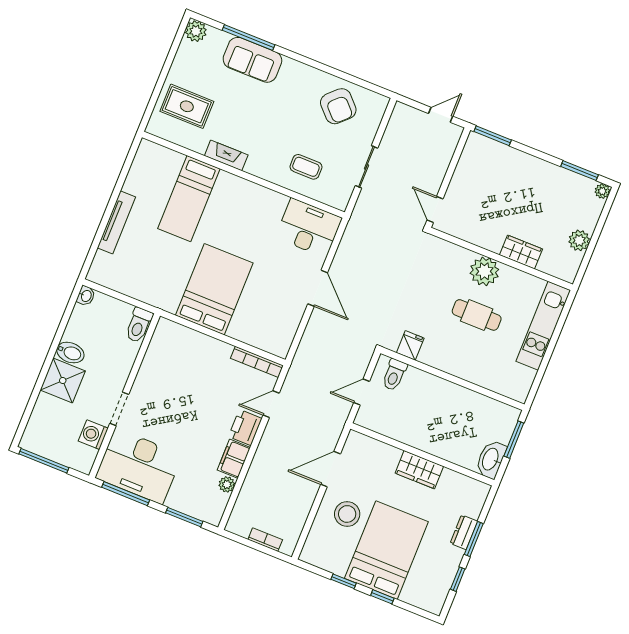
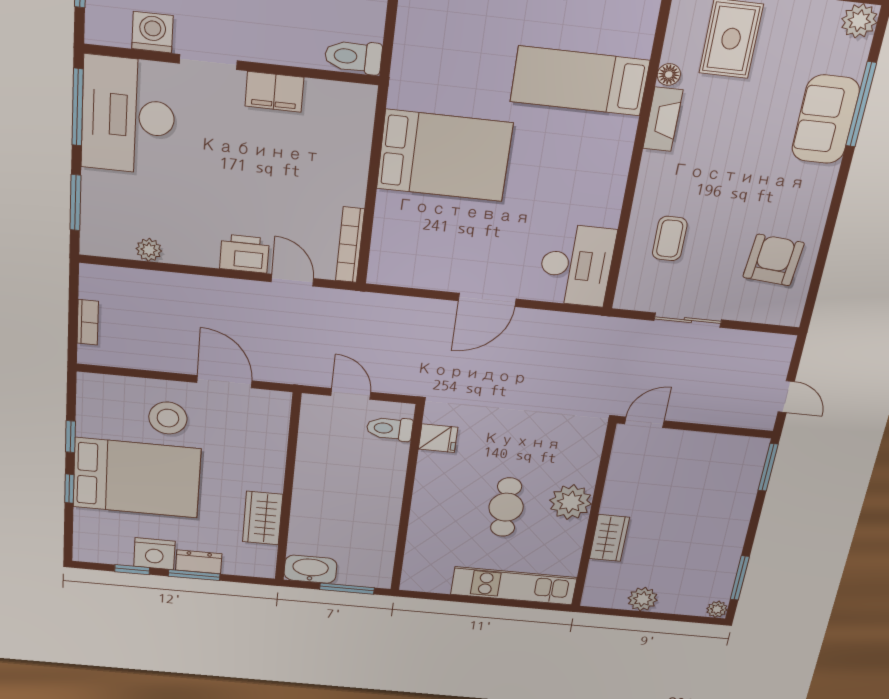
armchair: (338, 106) -> (774, 260), turned 139
floor lamp: (199, 146) -> (669, 74), added
filing cabinet: (234, 459) -> (274, 92), moved, turned 180
wardrobe: (419, 470) -> (263, 518), moved
nightstand: (449, 560) -> (154, 554), added

